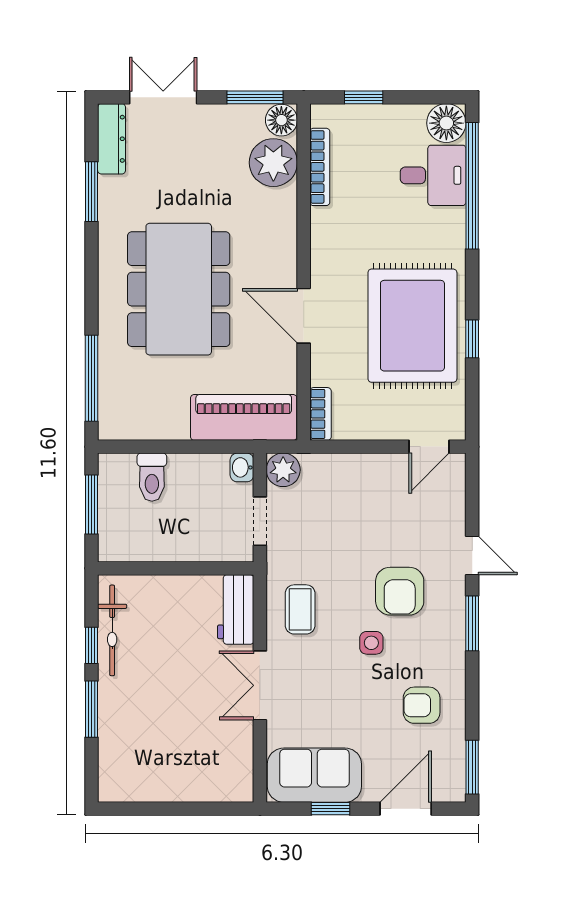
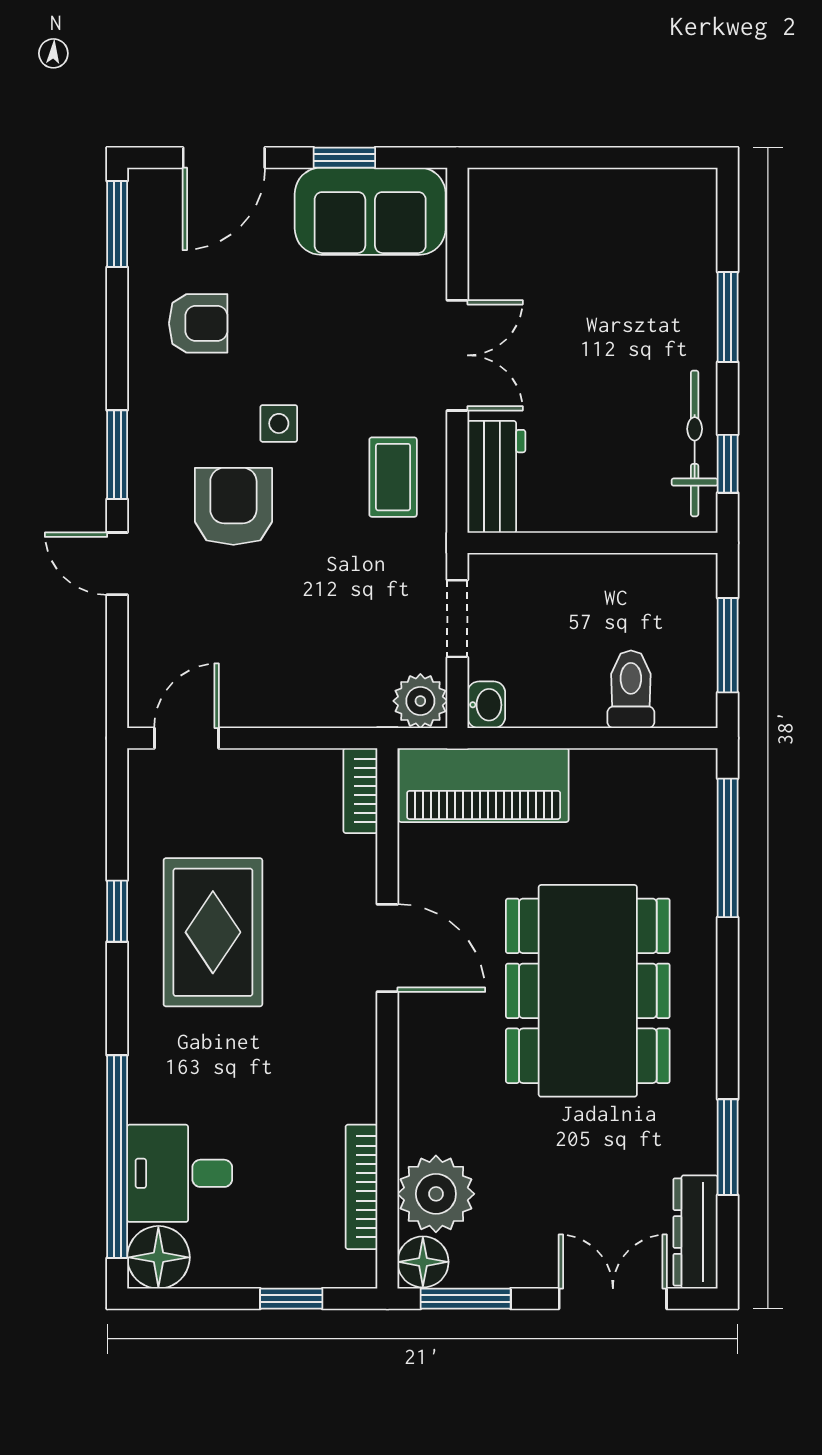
double door: (163, 97) -> (613, 1299), swing flipped
rug: (412, 326) -> (213, 932), width x0.73, depth x0.69
window: (91, 645) -> (728, 464), moved

